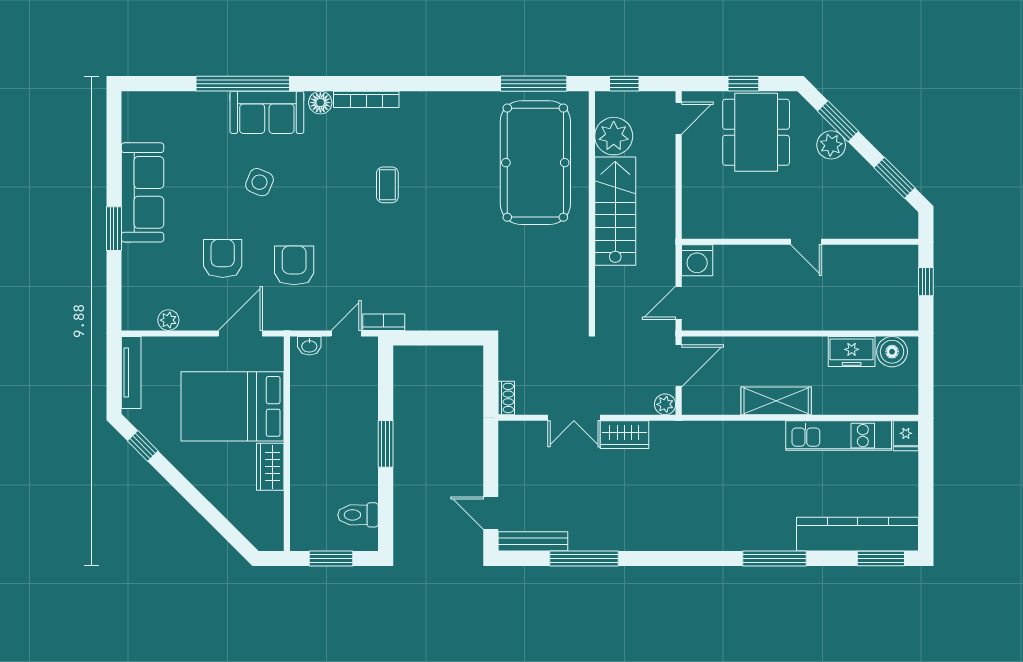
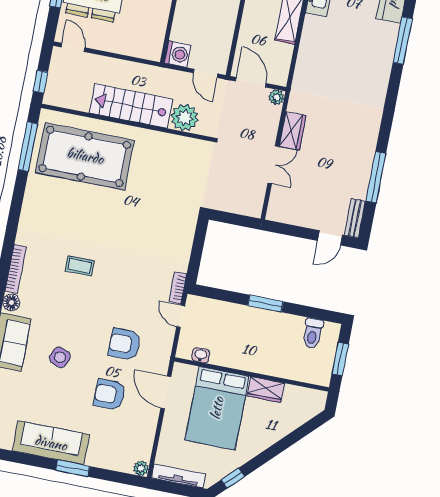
plant: (614, 136) -> (185, 118), moved
plant: (168, 320) -> (141, 468), moved
washbasin: (309, 346) -> (201, 355), moved, turned -90
shoe rack: (506, 398) -> (250, 210), removed
bench: (533, 541) -> (355, 218), width x0.73

